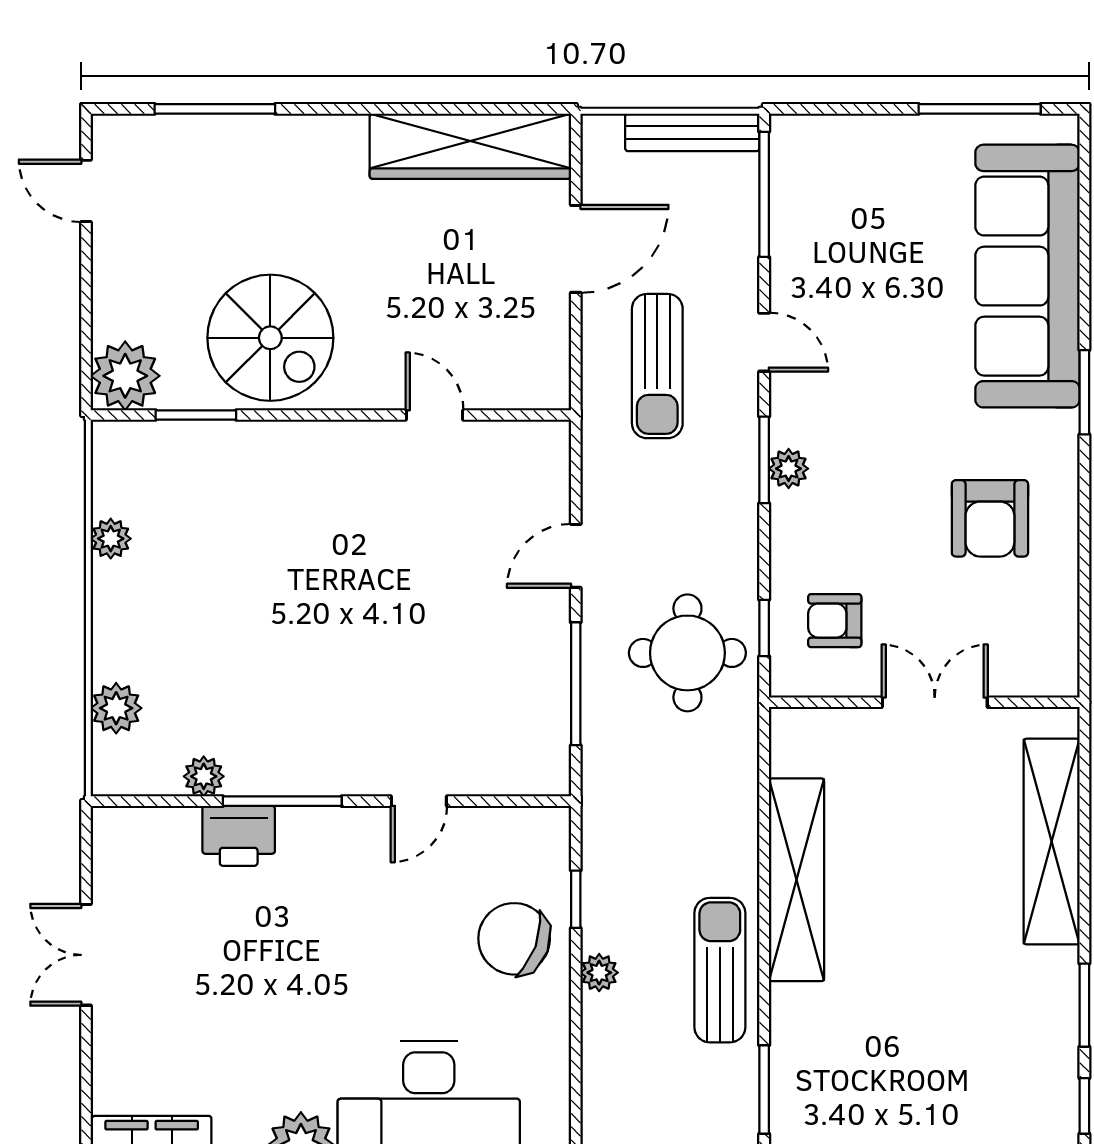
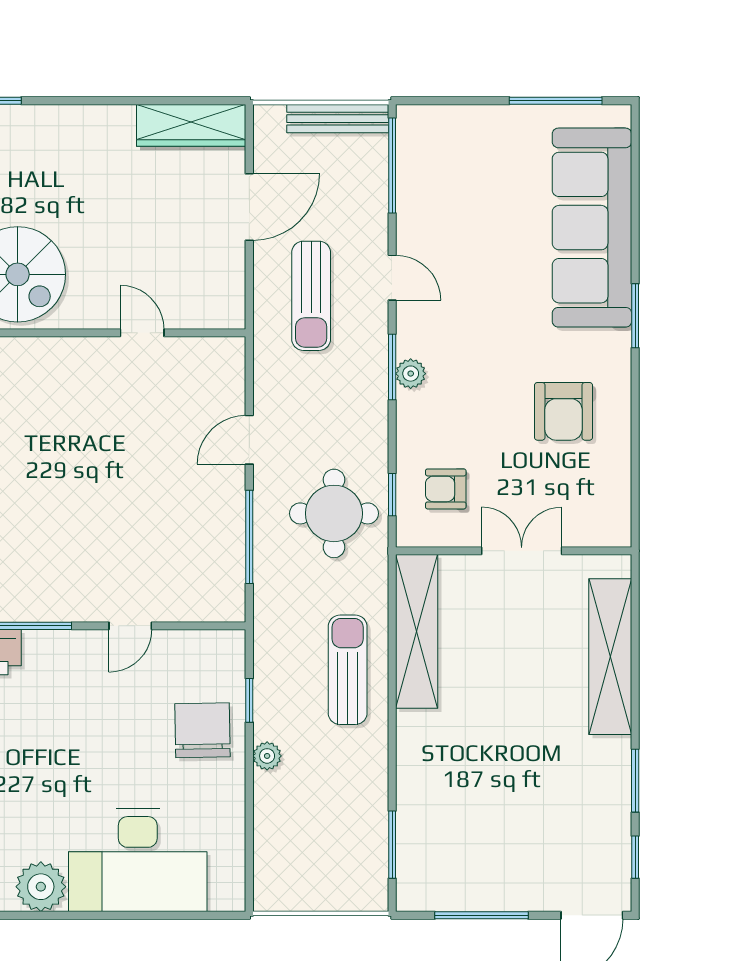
wardrobe: (470, 146) -> (191, 125), width x0.71, depth x0.85
shelving: (796, 880) -> (417, 631), moved
chair: (514, 939) -> (202, 730), turned 69
sun lounger: (720, 970) -> (348, 670), moved

